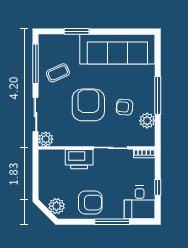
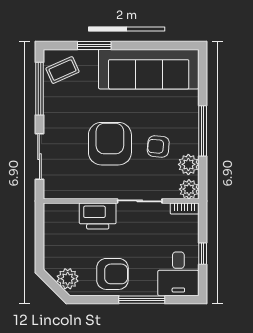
coffee table: (58, 73) -> (63, 70), moved
plant: (46, 139) -> (189, 189), moved

